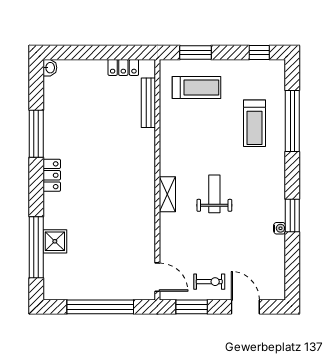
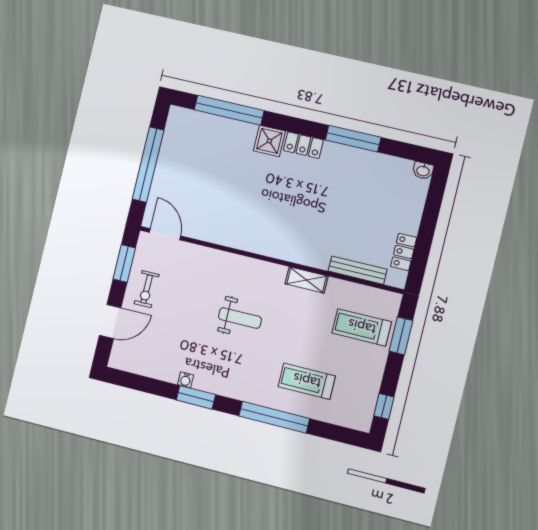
treadmill: (197, 87) -> (362, 327), turned 90
window: (292, 121) -> (274, 417), moved
shelving: (167, 194) -> (307, 280), moved
shower: (55, 241) -> (269, 141), moved
door: (157, 277) -> (165, 234), swing flipped

